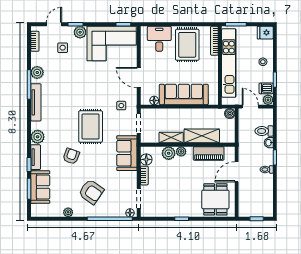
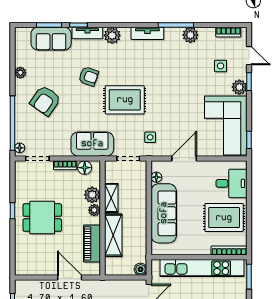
tv unit: (36, 102) -> (147, 33), width x0.71
dining table: (215, 199) -> (42, 218), moved

